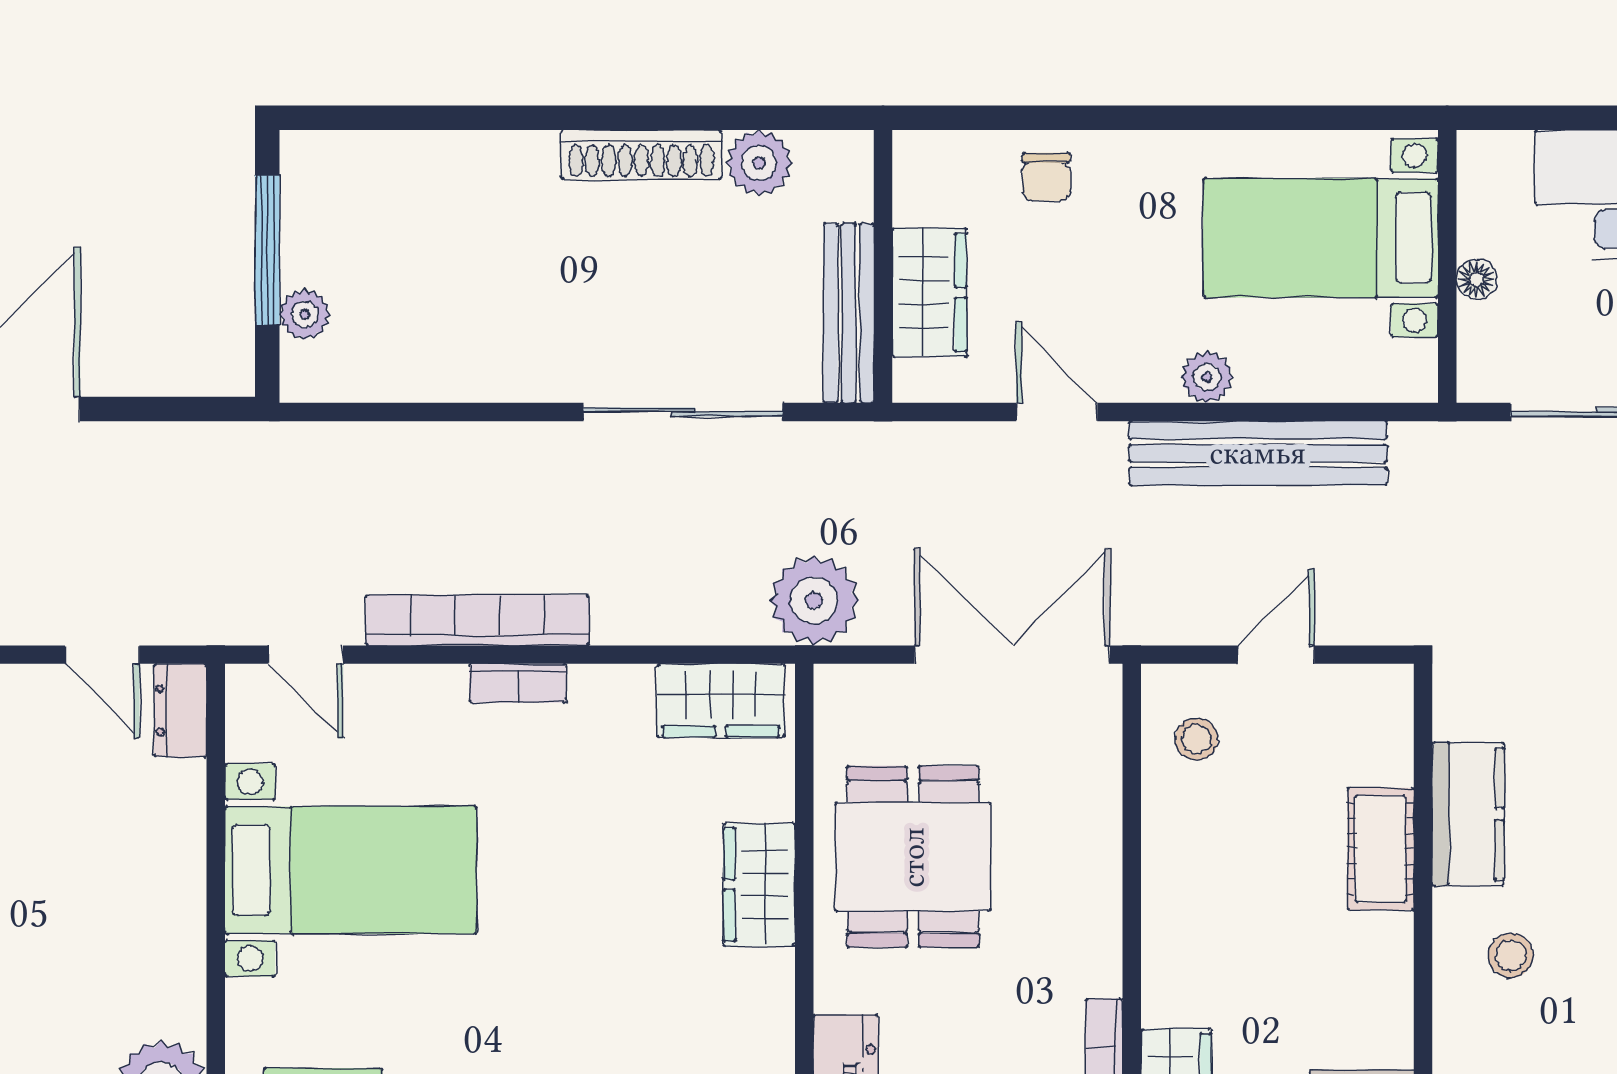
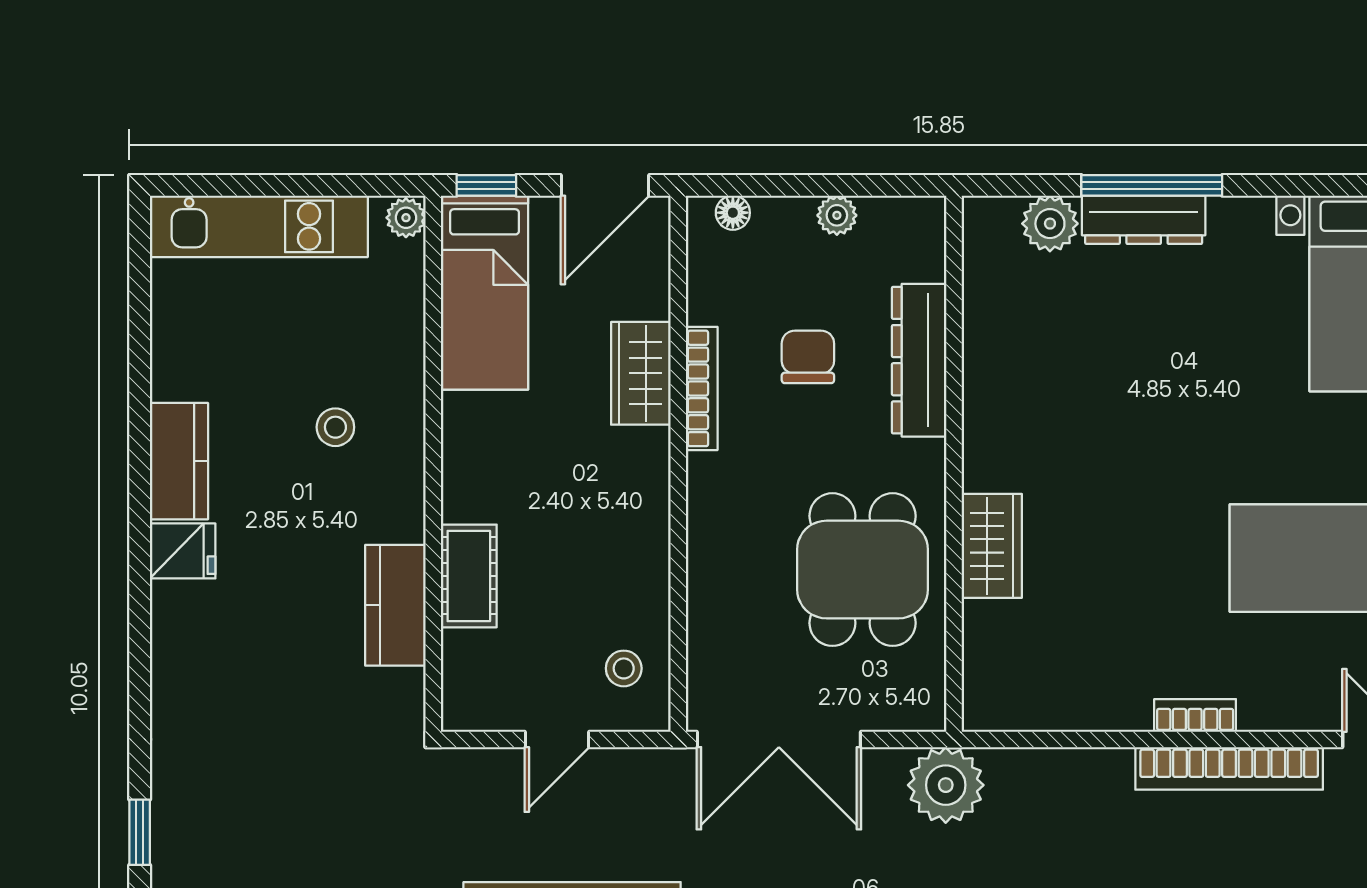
wardrobe: (721, 701) -> (1024, 701), removed
stool: (1511, 955) -> (335, 427), moved

